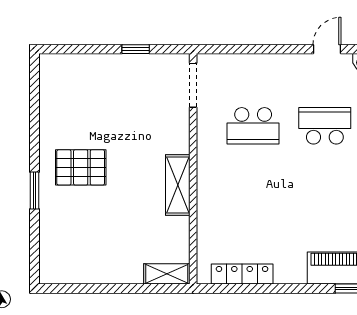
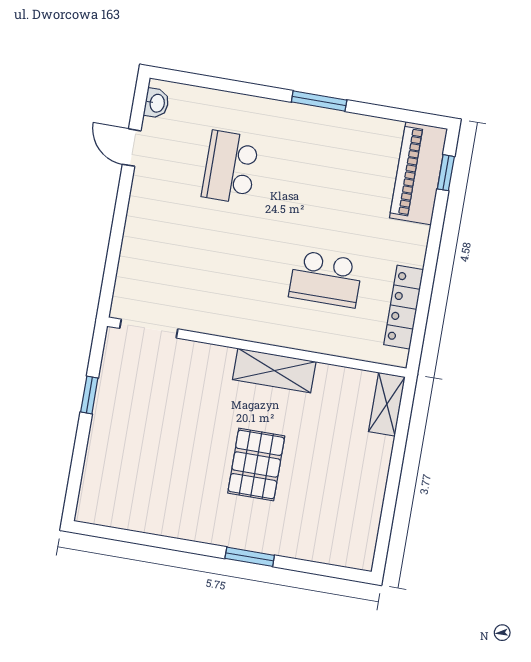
school desk: (253, 126) -> (326, 279), moved, turned 90
pallet: (81, 167) -> (256, 464), moved

